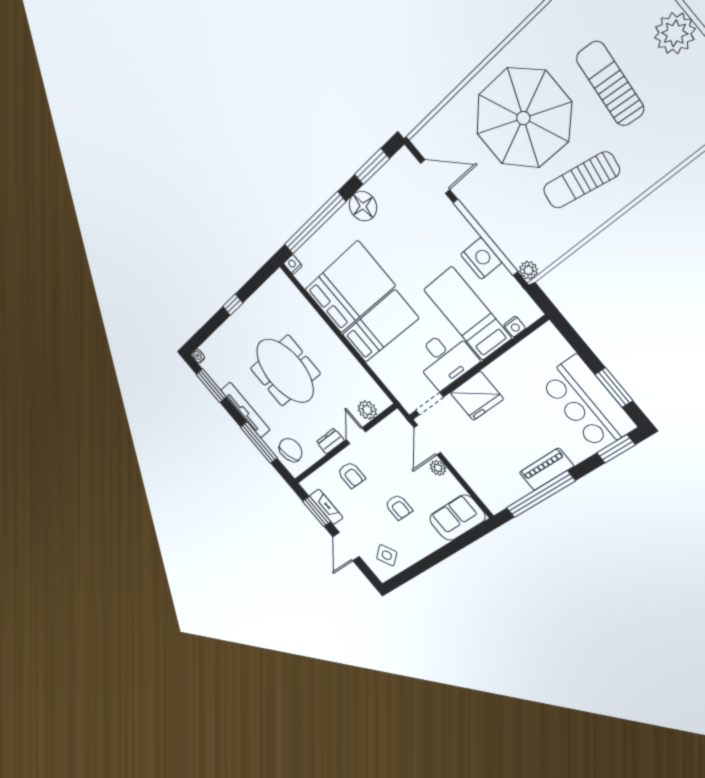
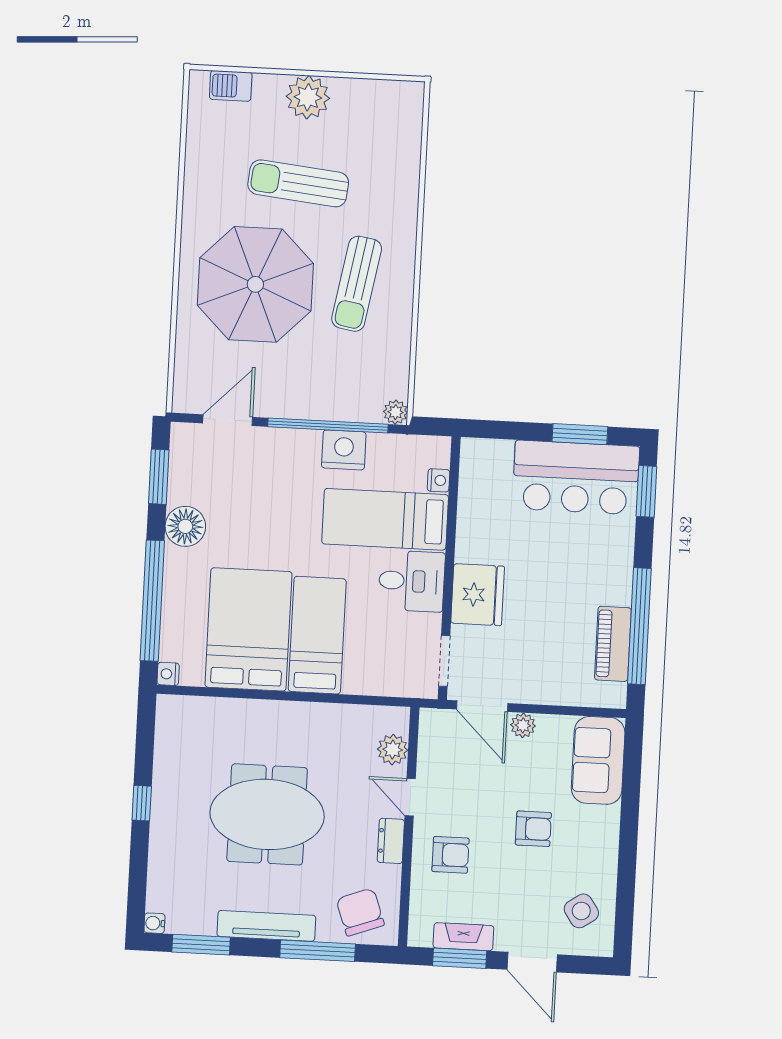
desk: (445, 359) -> (412, 581), width x0.73
piano: (546, 469) -> (613, 644), moved

